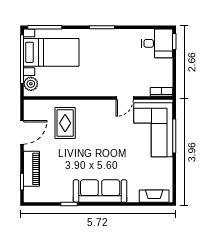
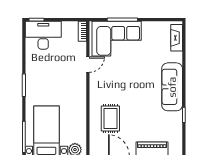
desk: (157, 43) -> (43, 35), width x1.37
door: (125, 98) -> (88, 65), hinge flipped
rug: (65, 123) -> (110, 119), turned 90

